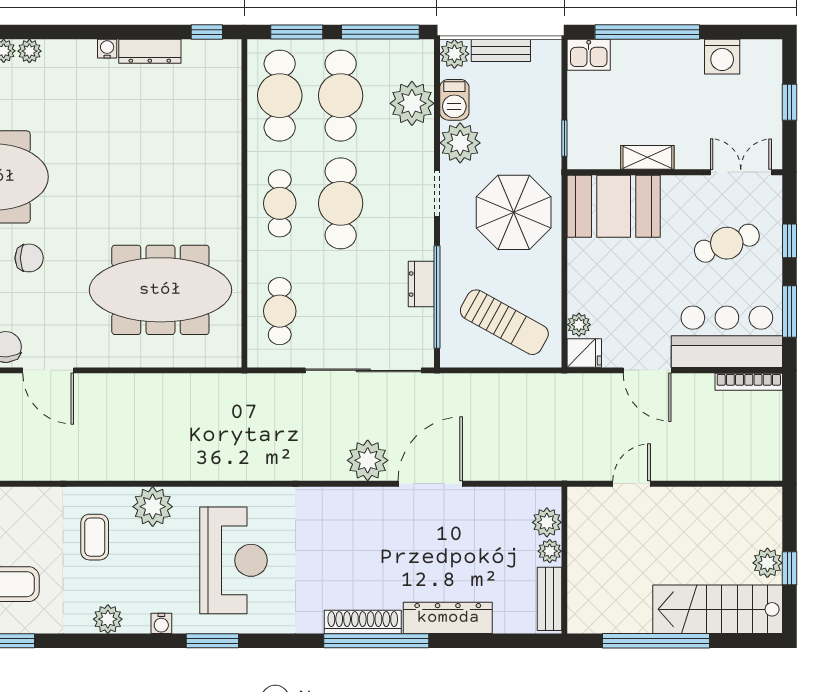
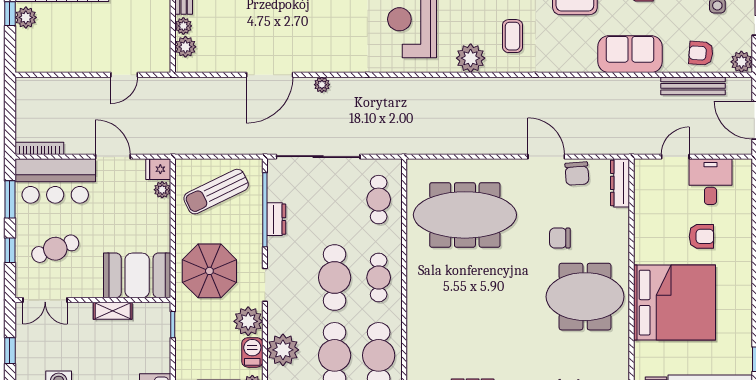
sun lounger: (504, 322) -> (216, 192), turned -55
plant: (368, 460) -> (322, 85), width x0.53, depth x0.53

